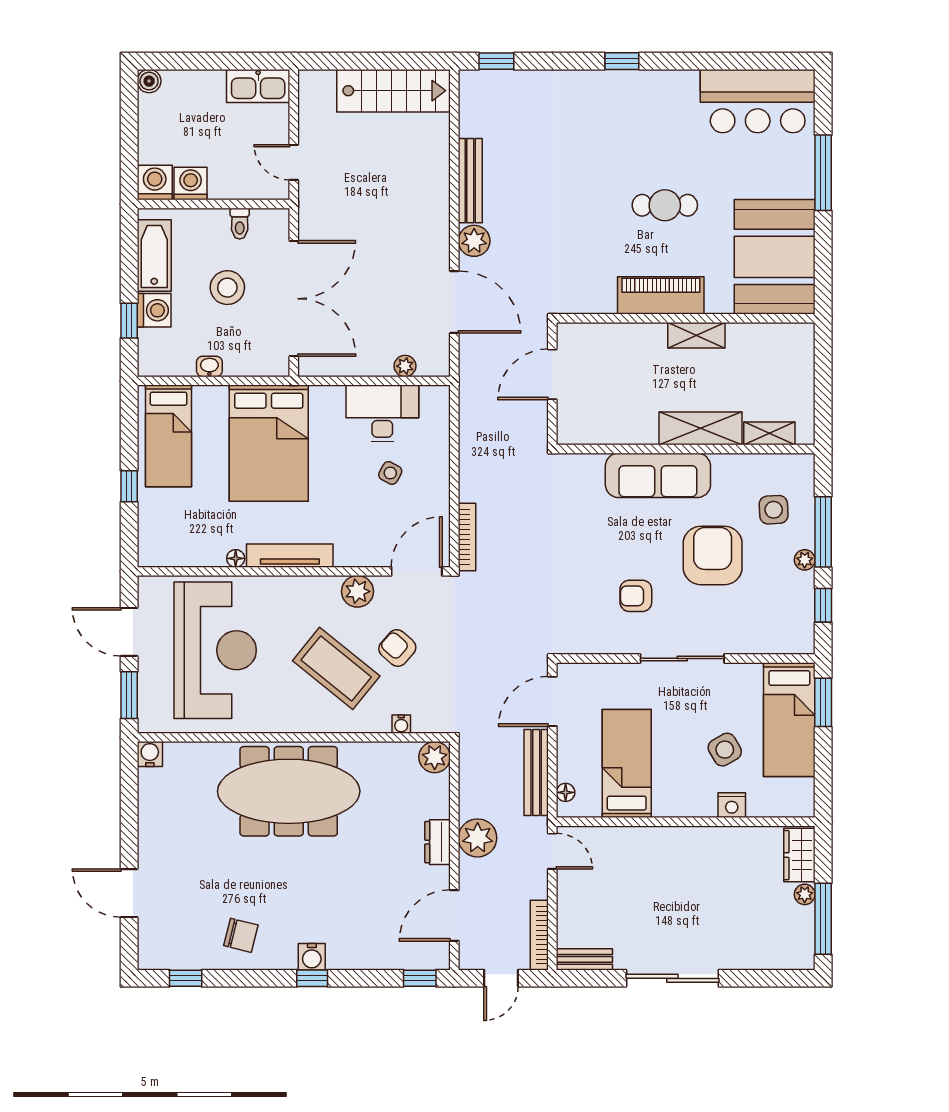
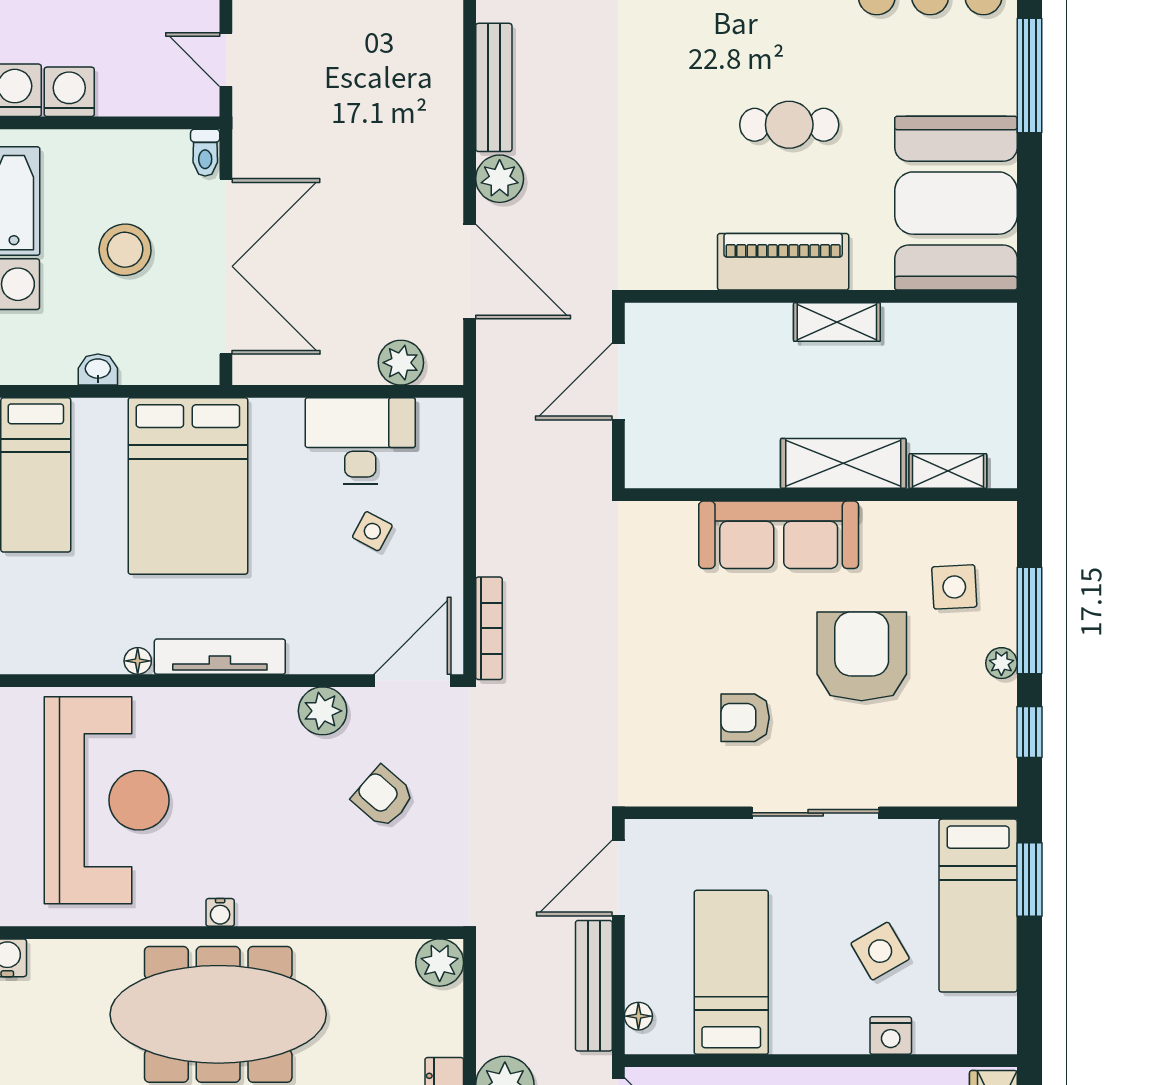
toilet: (240, 224) -> (205, 153), moved
plant: (405, 366) -> (401, 363), width x1.38, depth x1.38
coffee table: (336, 668) -> (290, 828), removed
water cooler: (401, 724) -> (220, 912), moved

